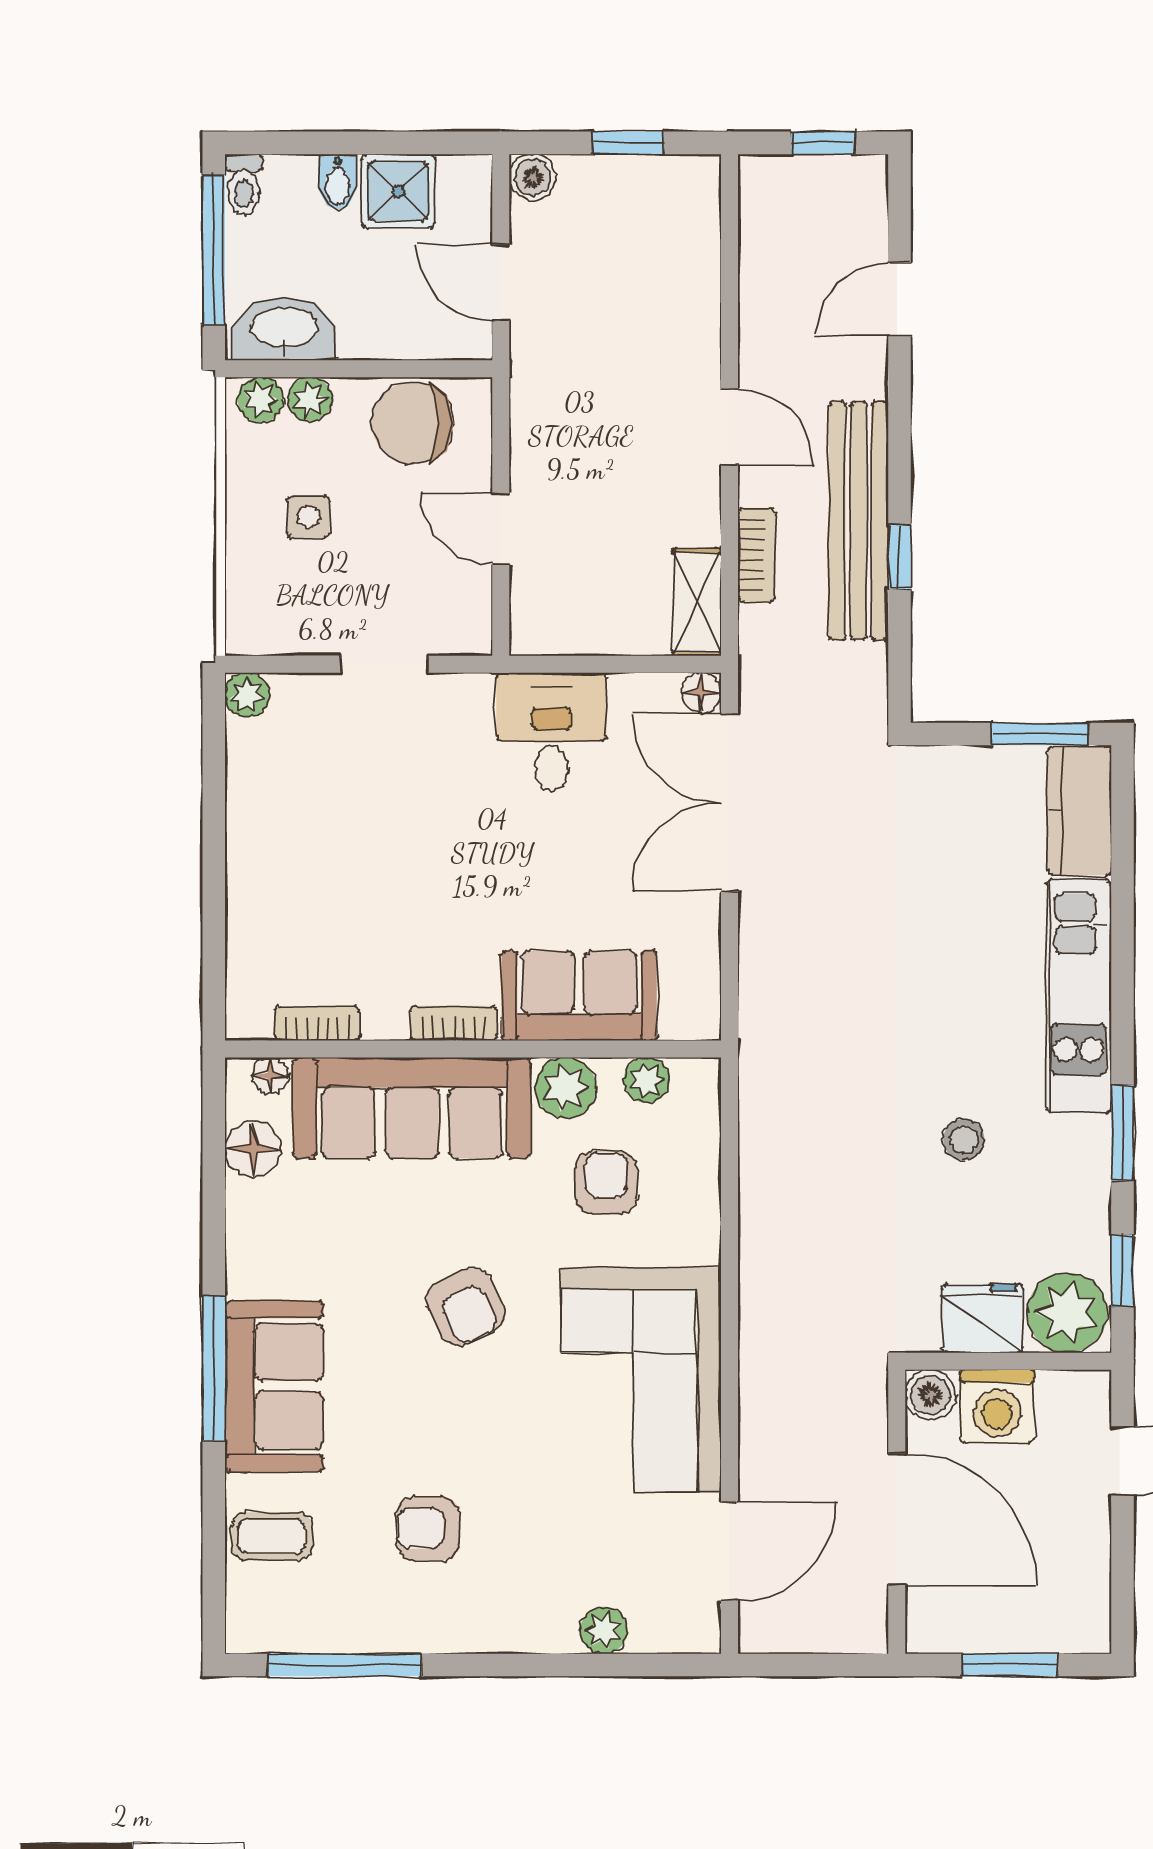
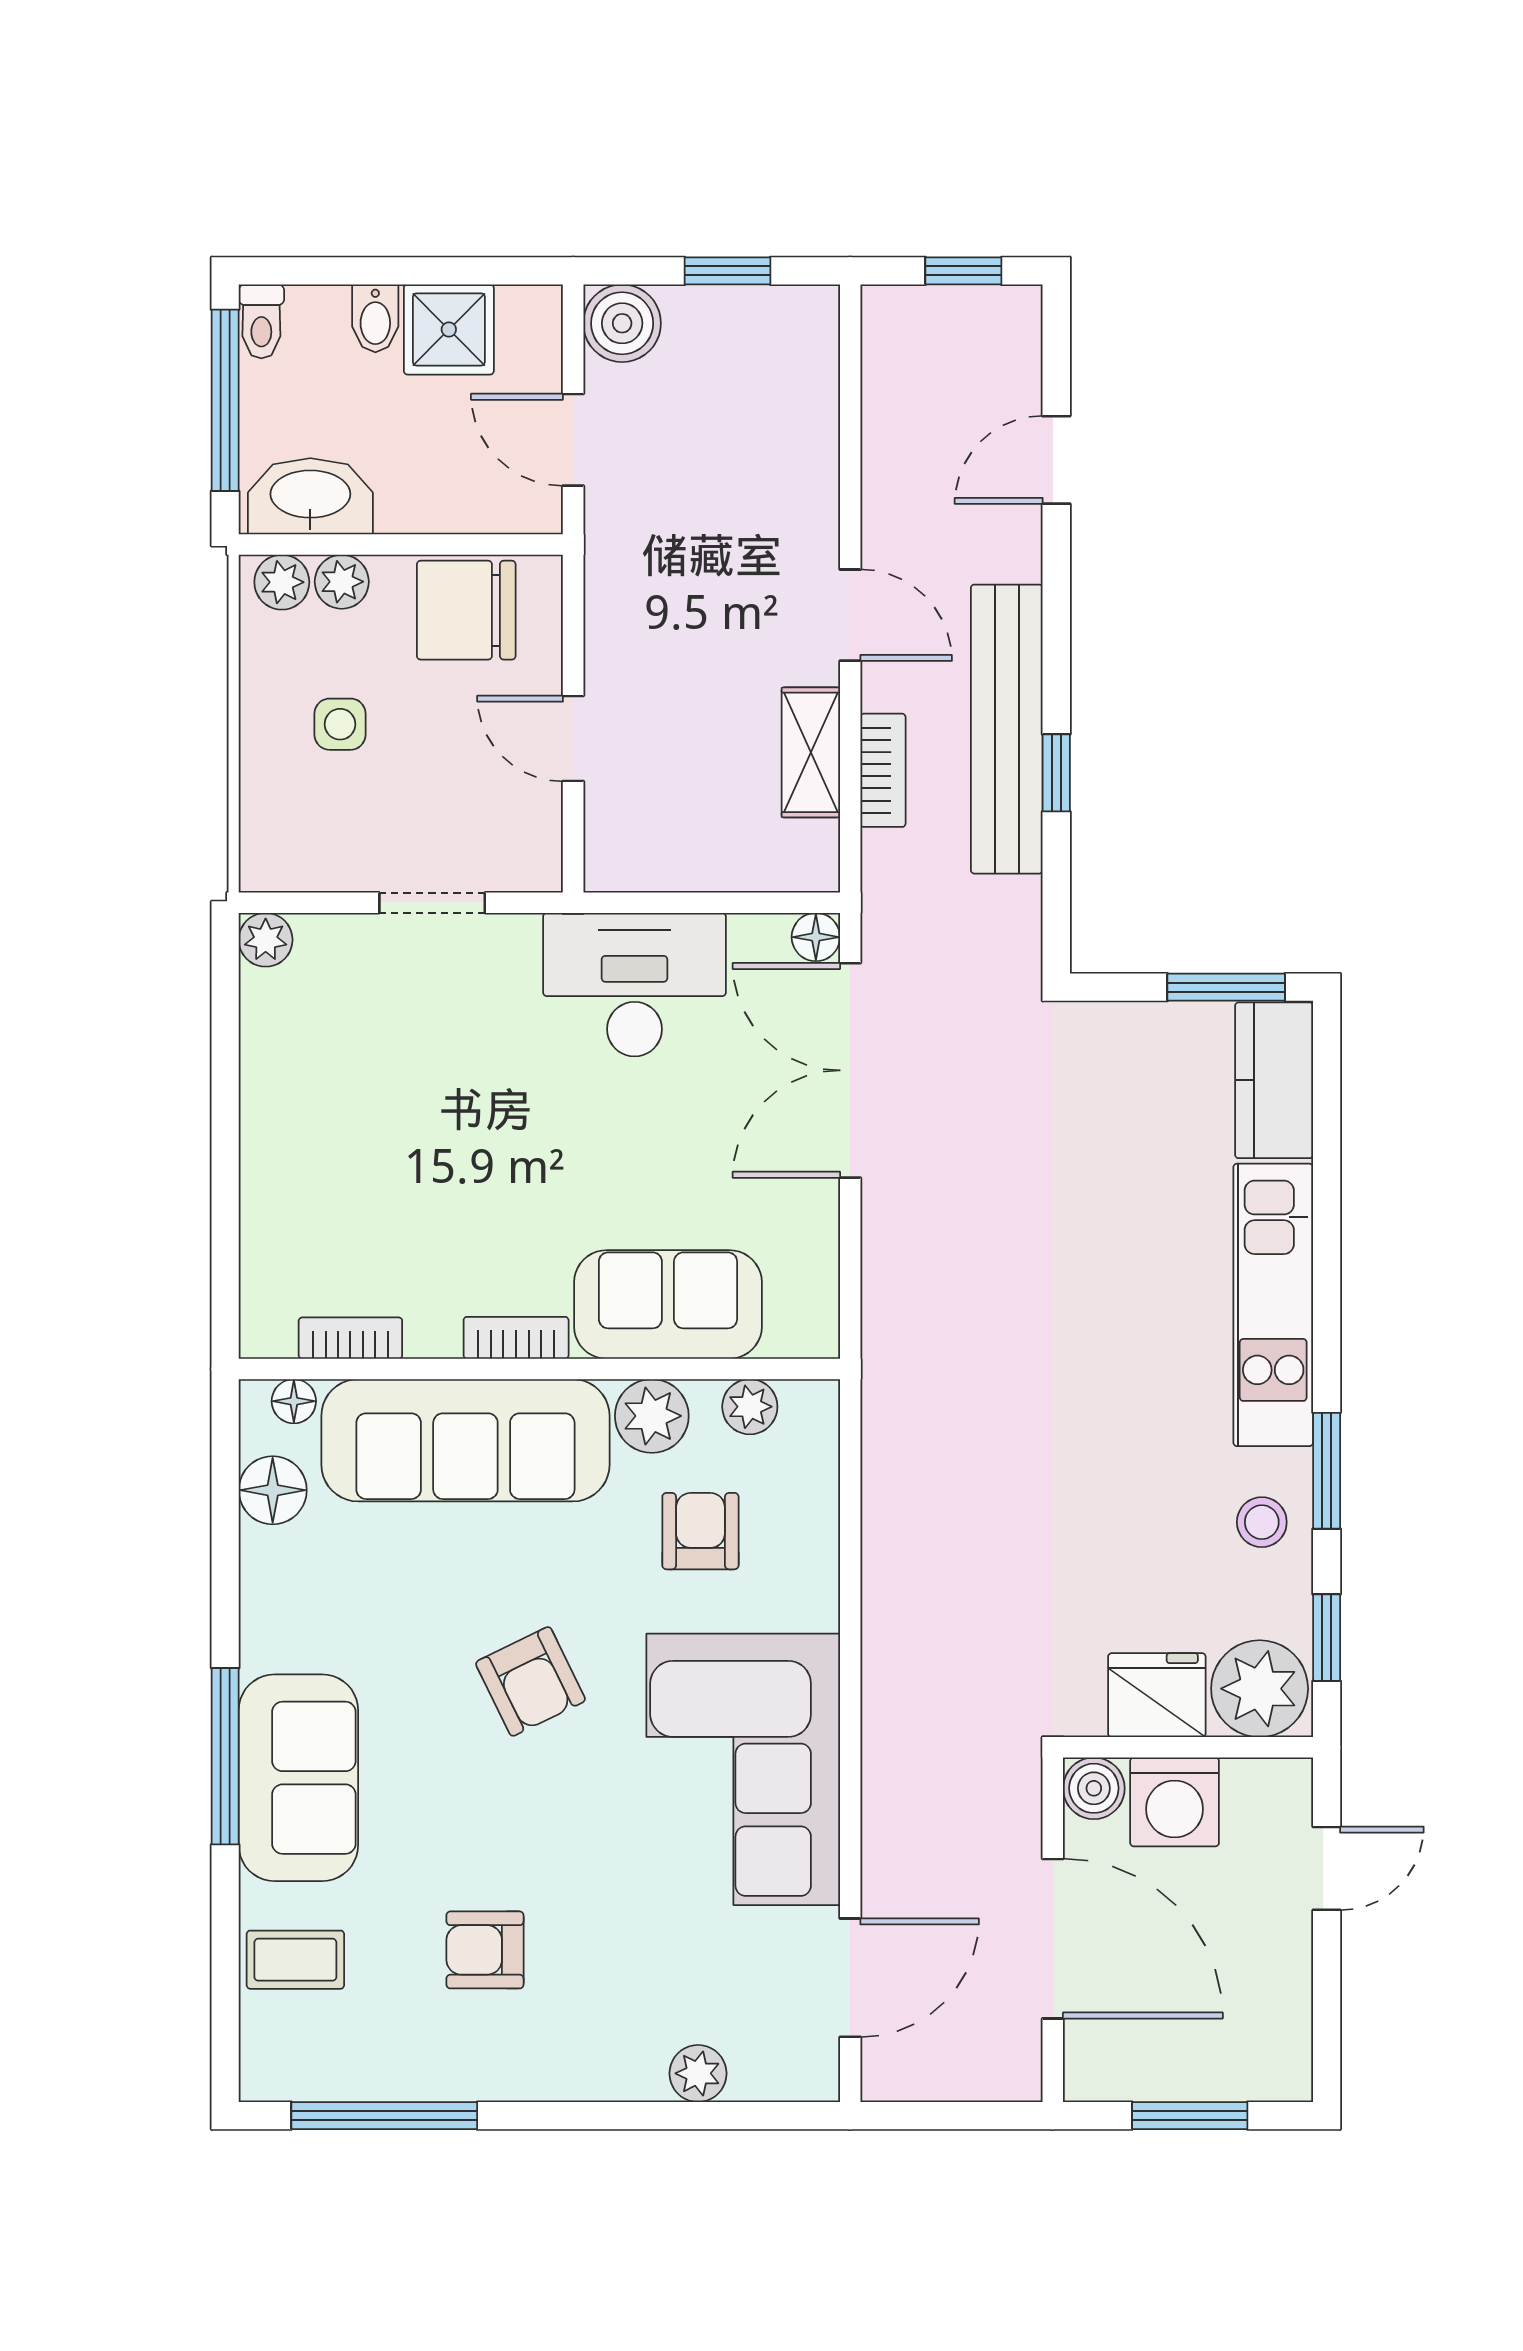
boiler: (533, 178) -> (622, 323), width x1.36, depth x1.36
shelving: (697, 602) -> (811, 752), moved
desk: (551, 732) -> (634, 985), width x1.37
stool: (964, 1140) -> (1262, 1522), moved

